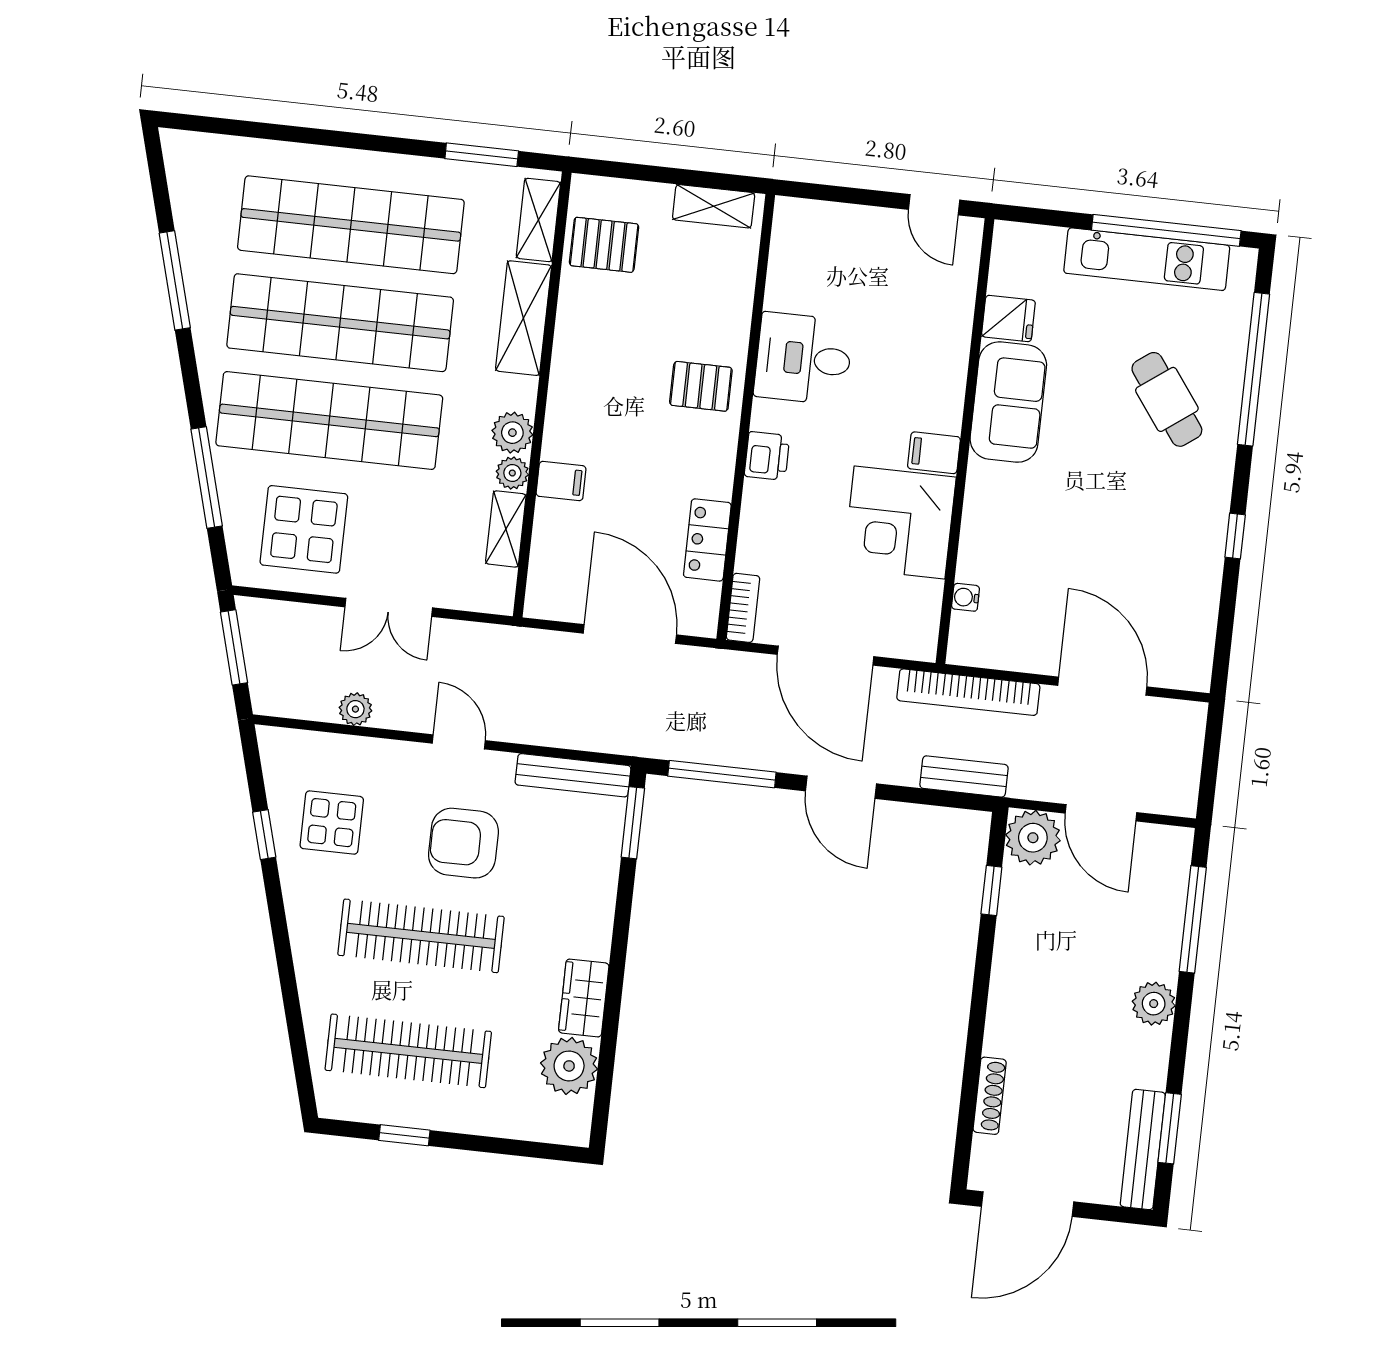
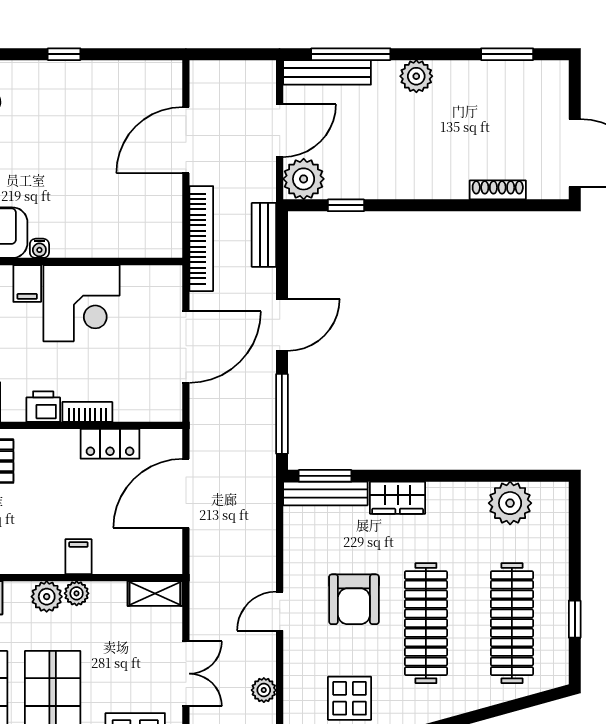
shelving: (506, 529) -> (155, 594), moved
water cooler: (966, 597) -> (39, 248), moved
bookcase: (743, 608) -> (87, 412), moved
bench: (573, 775) -> (325, 494), moved, turned 90
wardrobe: (584, 998) -> (398, 498), moved
bench: (1143, 1149) -> (327, 72), moved

